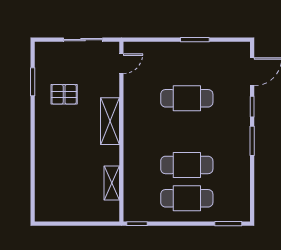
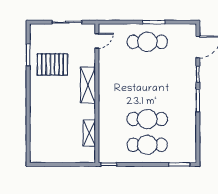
pallet: (64, 94) -> (52, 64), width x1.50, depth x1.42
cafe table: (187, 98) -> (147, 42), moved

